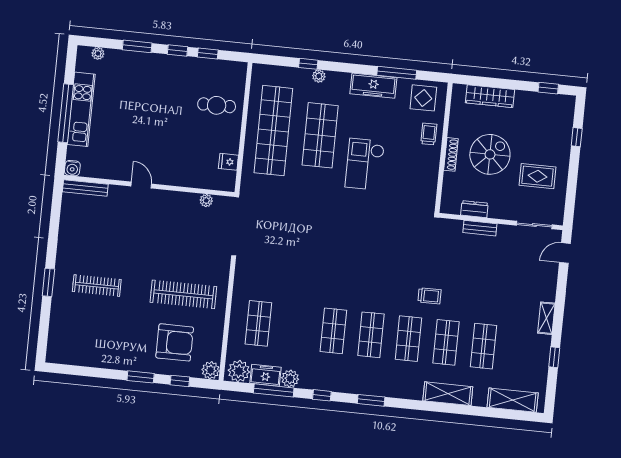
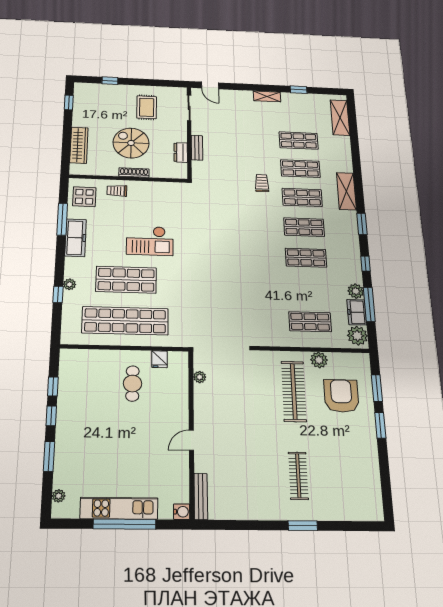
cafe table: (217, 105) -> (132, 383), moved
plant: (211, 370) -> (319, 360), moved
window: (180, 381) -> (377, 388), width x1.50
shelving: (448, 394) -> (346, 191), moved

